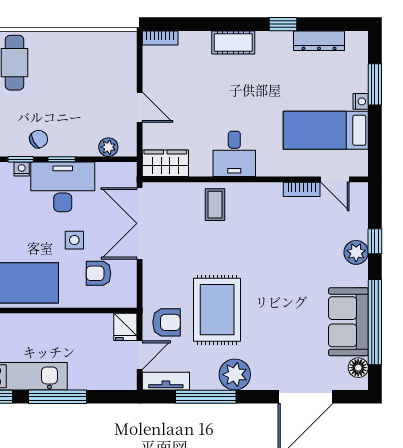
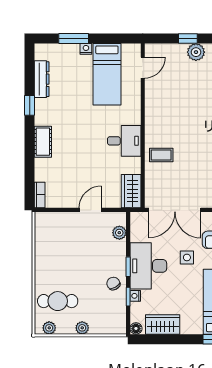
bookcase: (302, 189) -> (150, 92), removed

